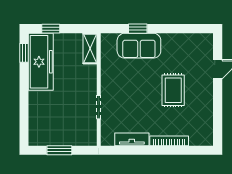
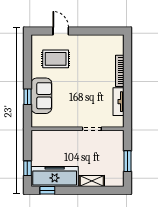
shelving: (90, 48) -> (92, 181), moved
rug: (173, 90) -> (56, 59), moved

